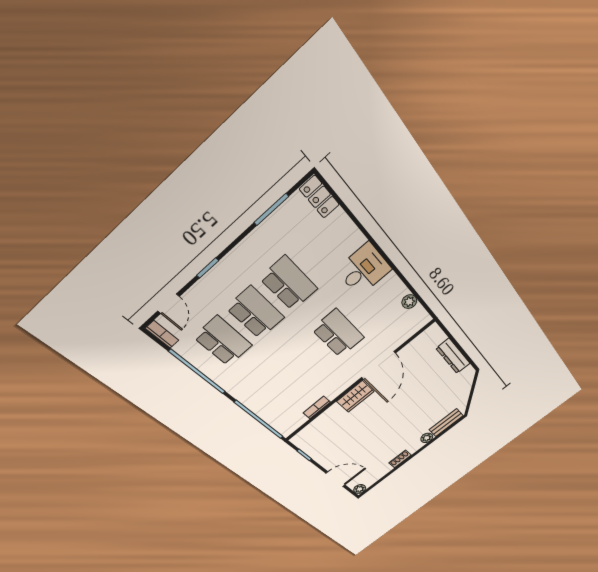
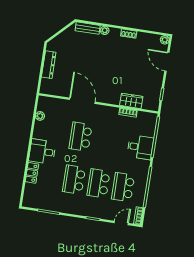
locker: (319, 197) -> (32, 173), moved
door: (378, 365) -> (82, 101), hinge flipped
desk: (261, 395) -> (140, 147), added
wardrobe: (355, 396) -> (131, 101), moved

